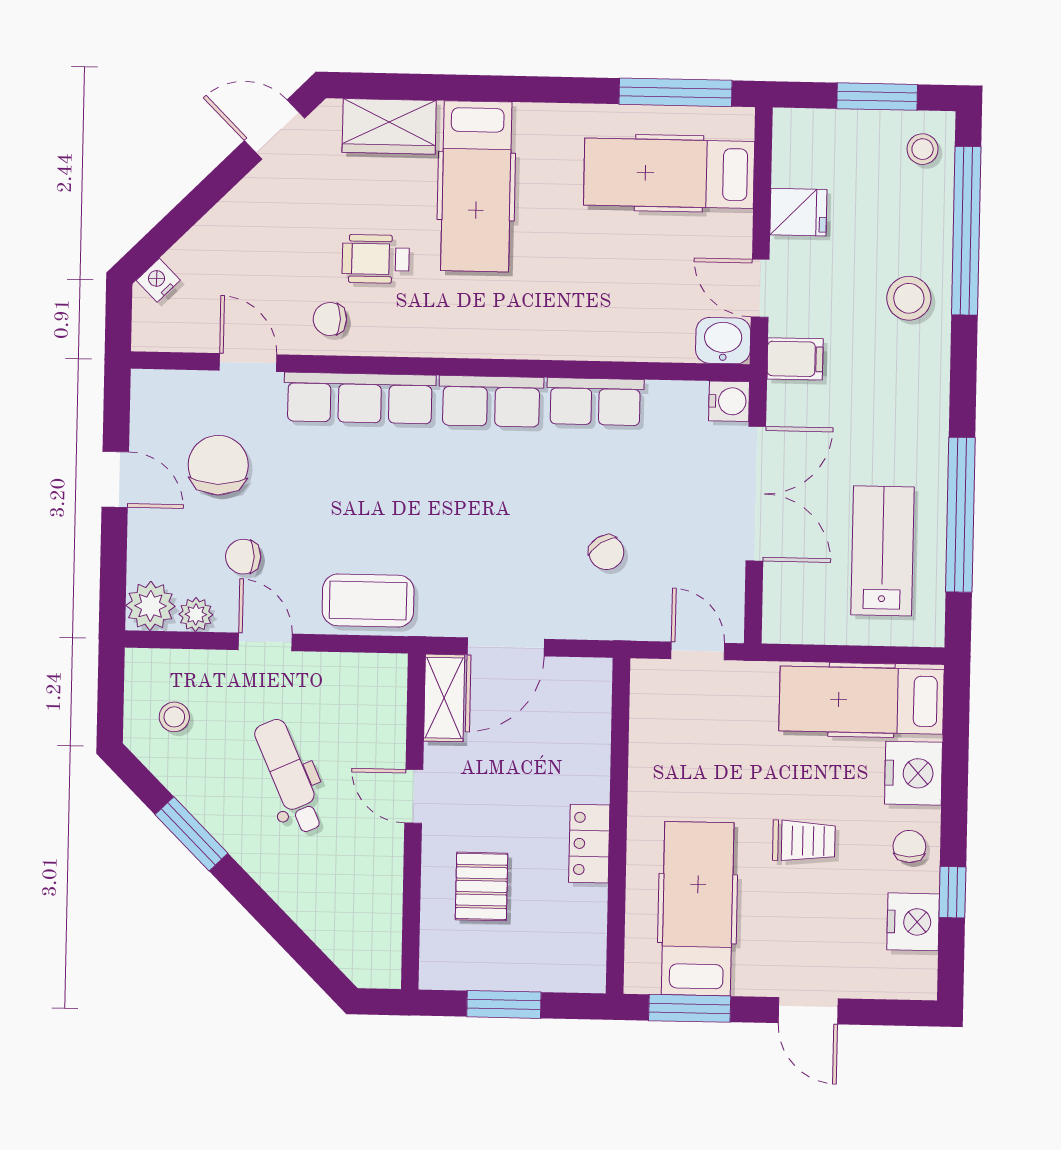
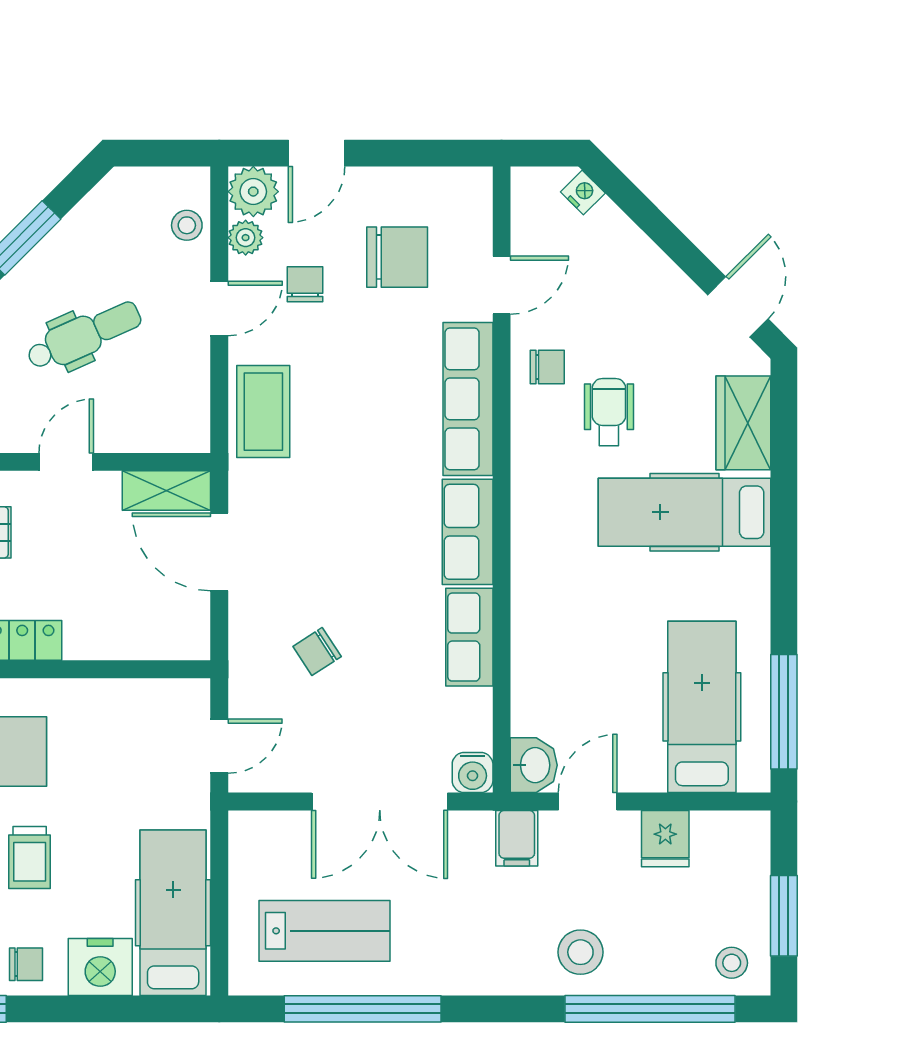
chair: (330, 319) -> (547, 367), turned 90
door: (115, 479) -> (317, 153), moved
stool: (174, 717) -> (187, 225), moved

